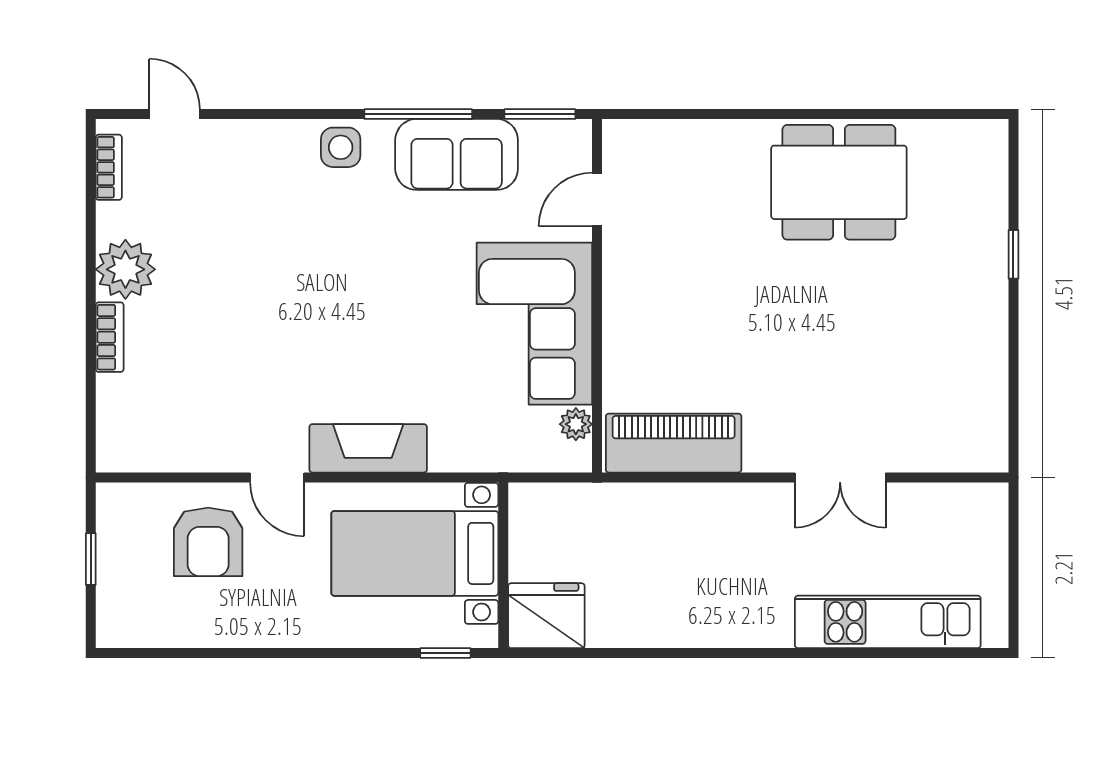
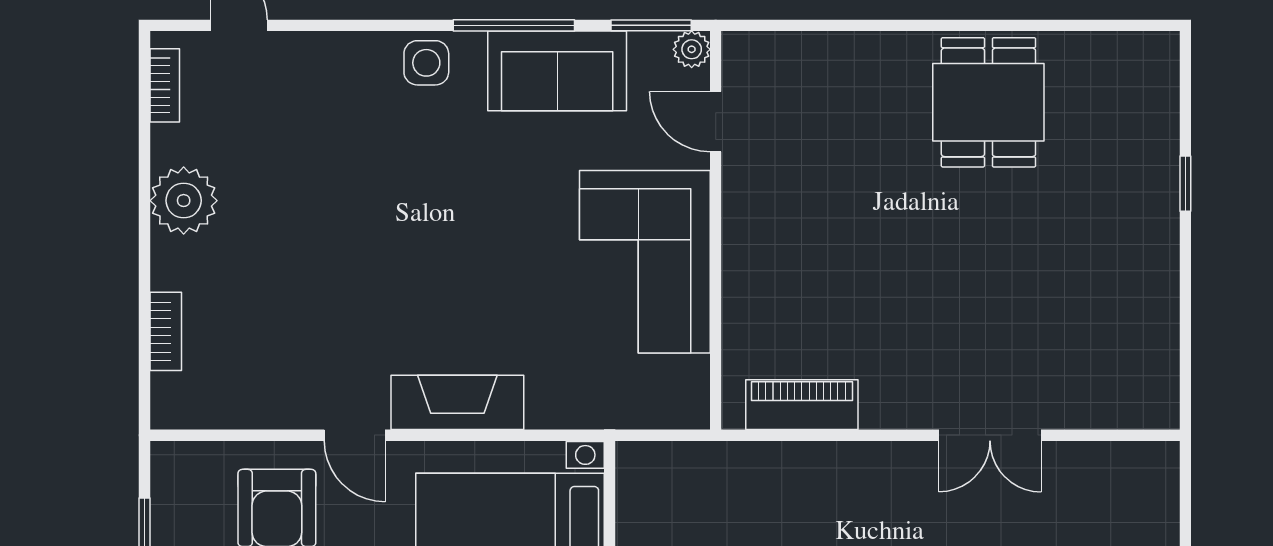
dining table: (839, 182) -> (988, 102), width x0.73
door: (597, 199) -> (716, 122), hinge flipped
bookcase: (110, 337) -> (166, 331), moved
plant: (576, 424) -> (692, 49), moved
piano: (674, 443) -> (802, 405), width x0.73, depth x0.75

